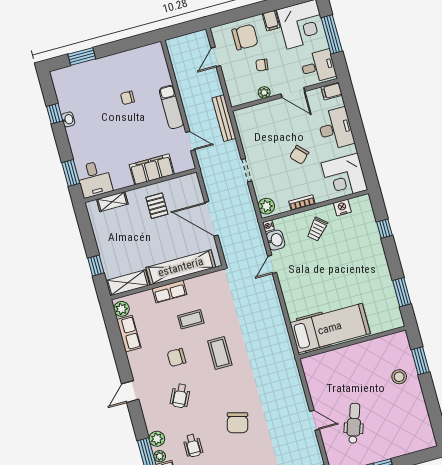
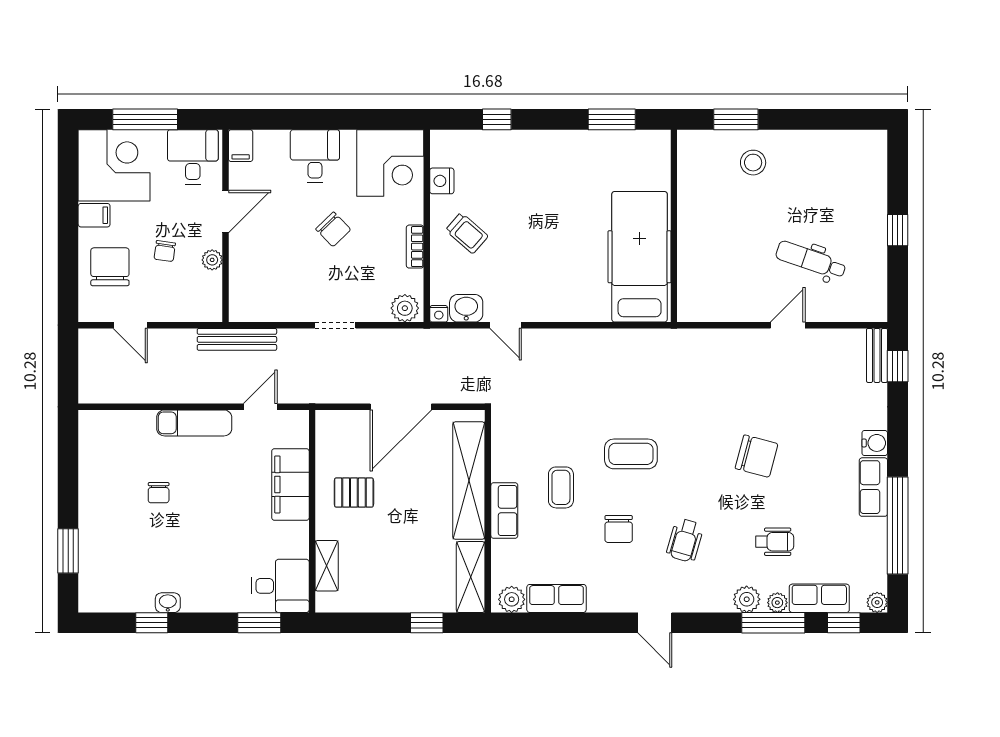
desk: (336, 129) -> (315, 156), width x0.73
wheelchair: (180, 396) -> (685, 540), turned 80

